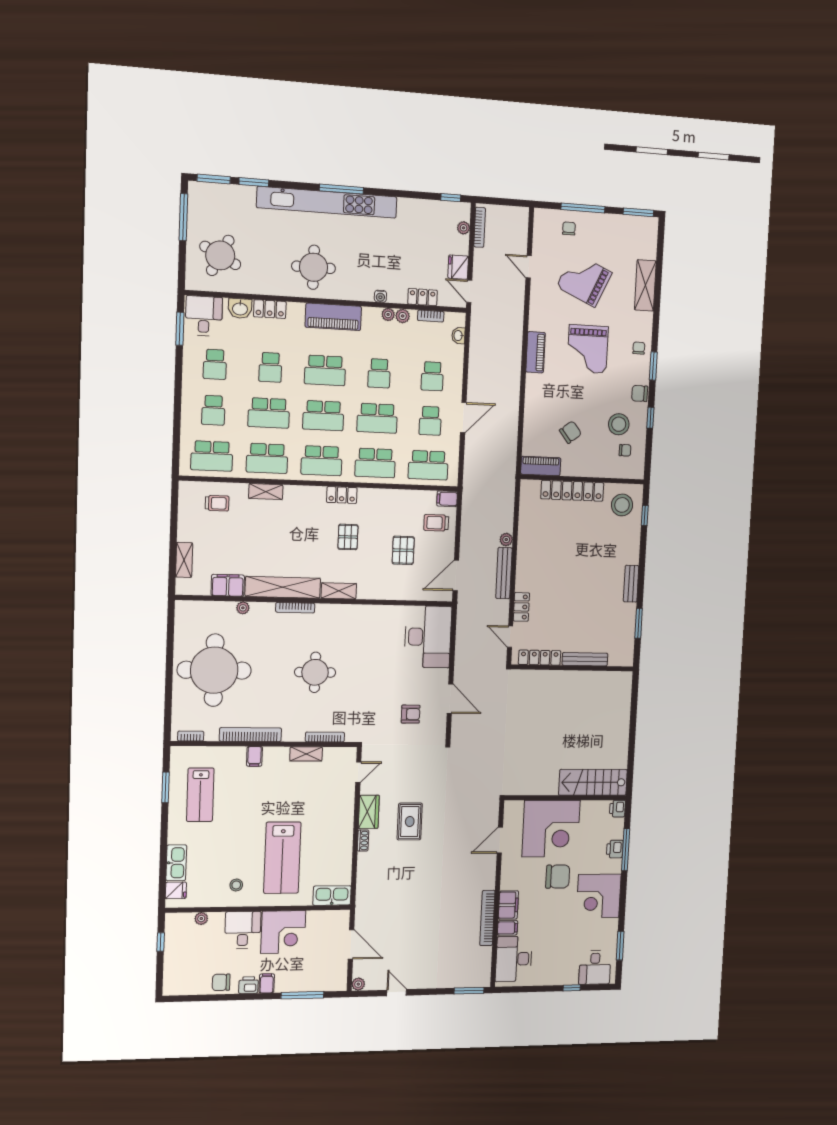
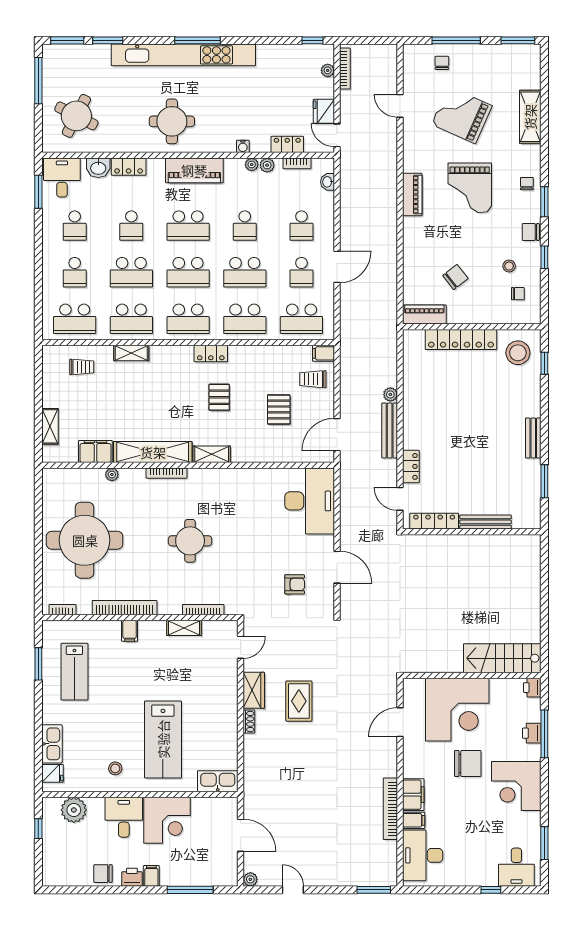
stool: (619, 424) -> (509, 266), width x0.53, depth x0.53
plant: (201, 919) -> (74, 810), width x1.88, depth x1.88

